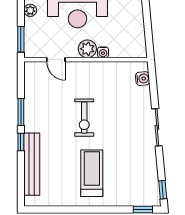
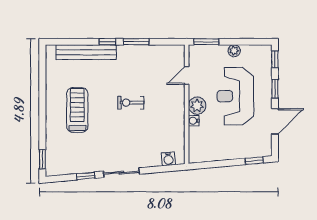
exercise bike: (84, 118) -> (131, 103), width x0.73, depth x0.72
treadmill: (92, 173) -> (77, 110), turned -90
window: (163, 190) -> (86, 176), moved

